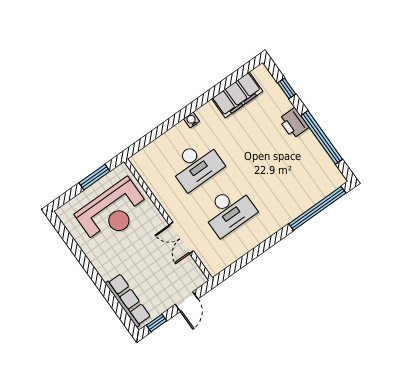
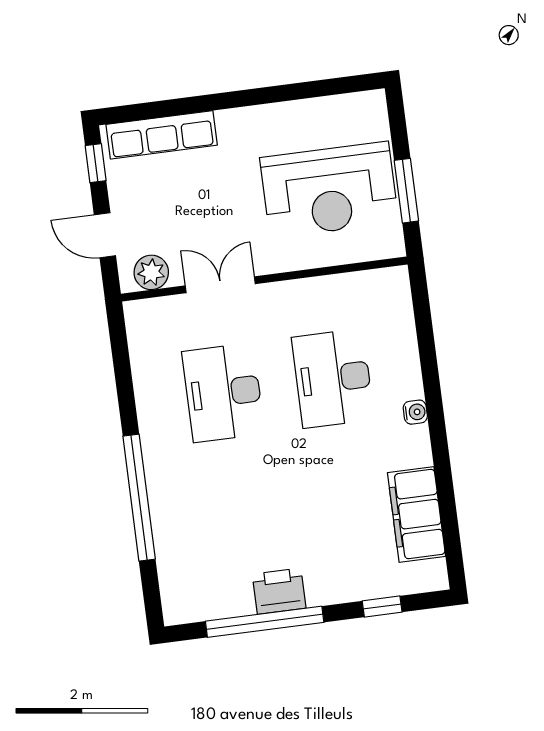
printer: (294, 123) -> (279, 591), moved
window: (317, 208) -> (139, 498), moved
reception desk: (113, 212) -> (329, 190), turned -90
plant: (192, 272) -> (151, 272), added

